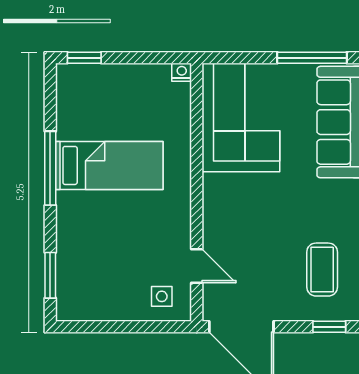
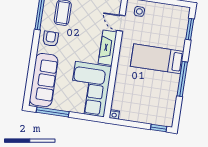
bed: (109, 165) -> (157, 59), moved
fireplace: (217, 210) -> (108, 48), added
armchair: (339, 211) -> (51, 39), added

